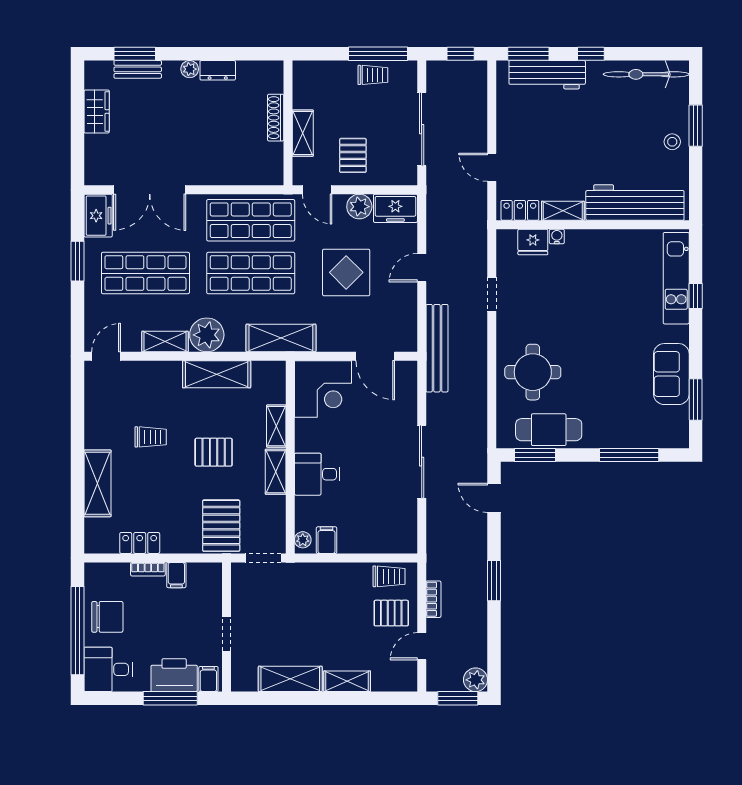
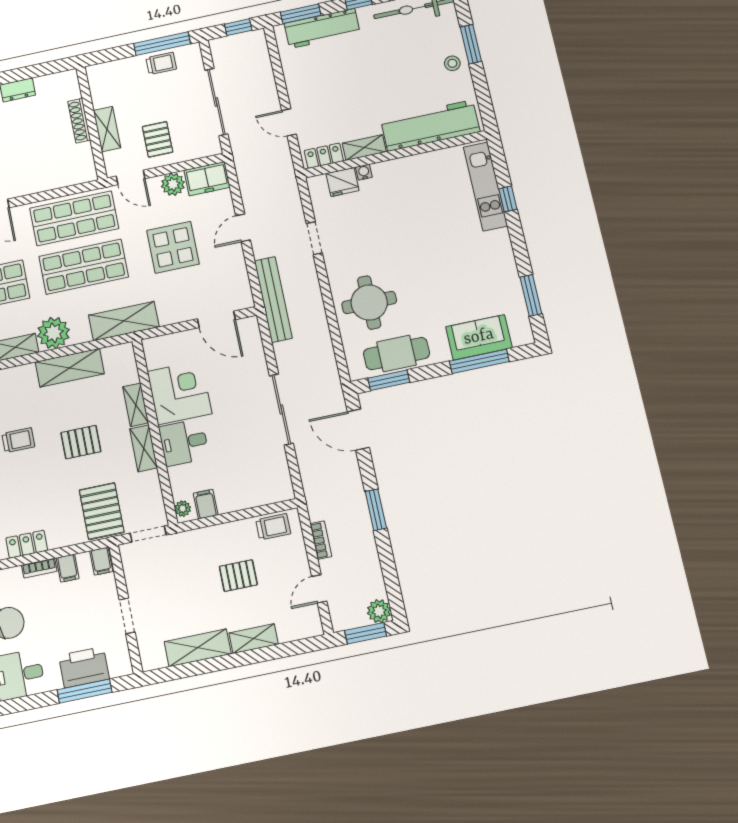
sofa: (671, 374) -> (479, 337), moved, turned 90
corner desk: (323, 389) -> (180, 392), moved, turned -90
door: (494, 498) -> (358, 430), width x1.38
pallet: (391, 613) -> (238, 576), moved
filing cabinet: (208, 679) -> (101, 561), moved, turned 180

